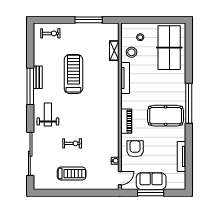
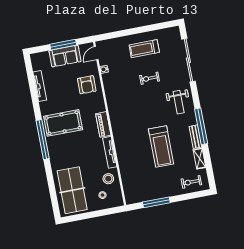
shelving: (114, 51) -> (200, 159), moved
piano: (126, 121) -> (103, 124), moved

